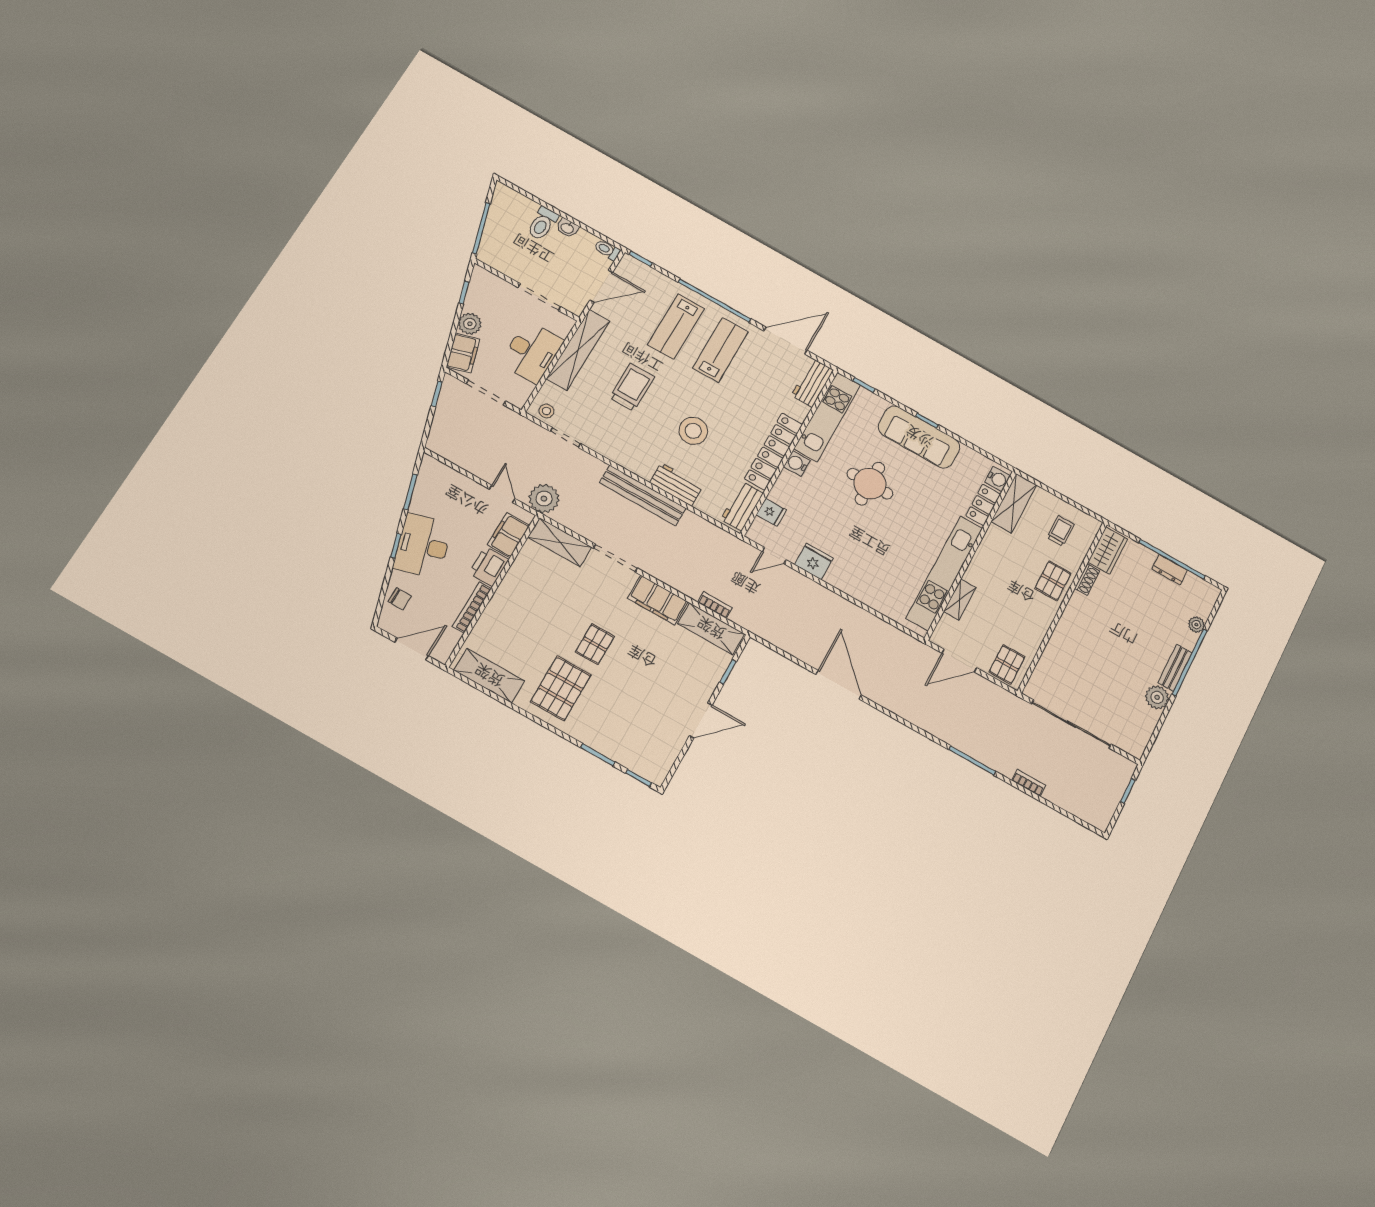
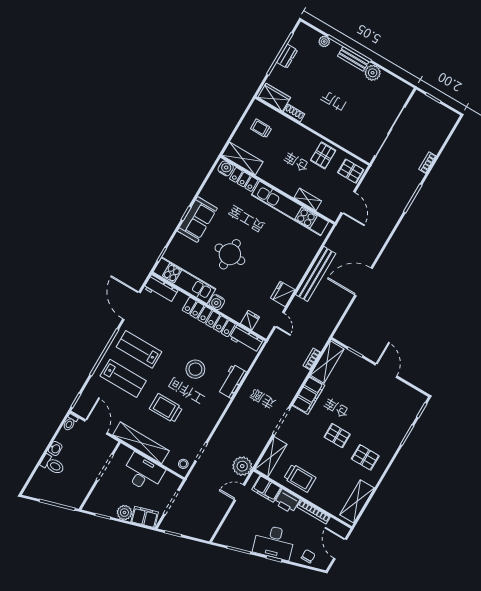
sofa: (919, 437) -> (197, 220), width x0.73
bench: (643, 495) -> (316, 274), moved
pallet: (1053, 581) -> (323, 155), moved, turned 90
trolley: (526, 586) -> (300, 478), added
pallet: (561, 688) -> (365, 457), width x0.67, depth x0.71

